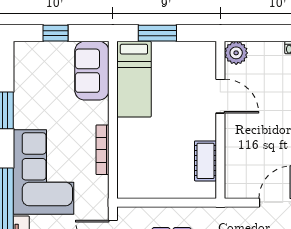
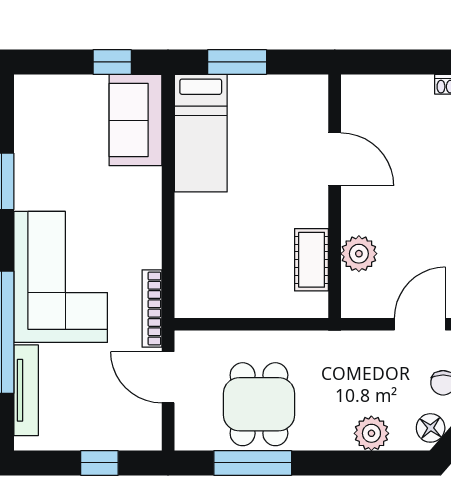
window: (55, 33) -> (112, 62), moved
plant: (236, 53) -> (359, 254), moved
bookcase: (102, 150) -> (152, 308), moved

